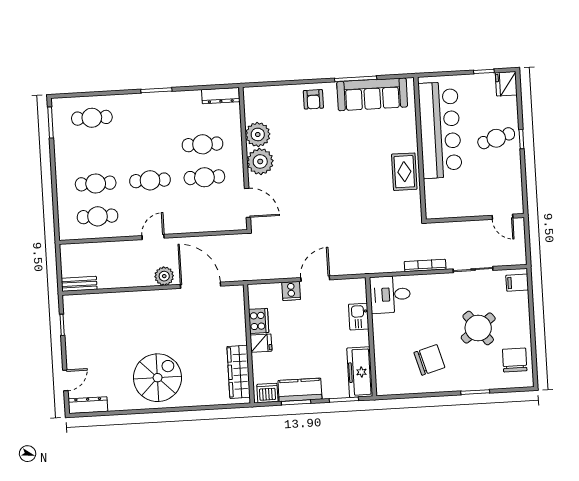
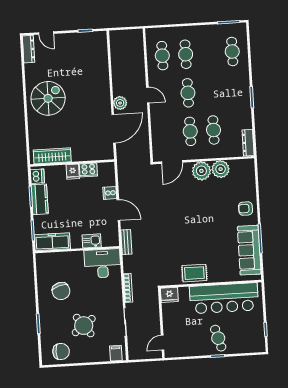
fridge: (506, 84) -> (169, 295), moved, turned 180
bench: (79, 284) -> (126, 242), moved
desk: (390, 294) -> (103, 263), width x1.37
spiral stairs: (158, 378) -> (48, 98), turned -90

